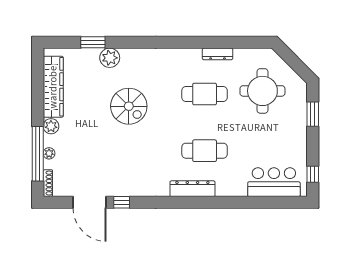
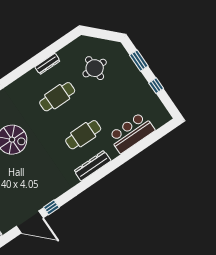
round table: (262, 91) -> (95, 68), width x0.73, depth x0.73
window: (313, 174) -> (156, 86), moved
bar counter: (274, 182) -> (131, 133), moved

